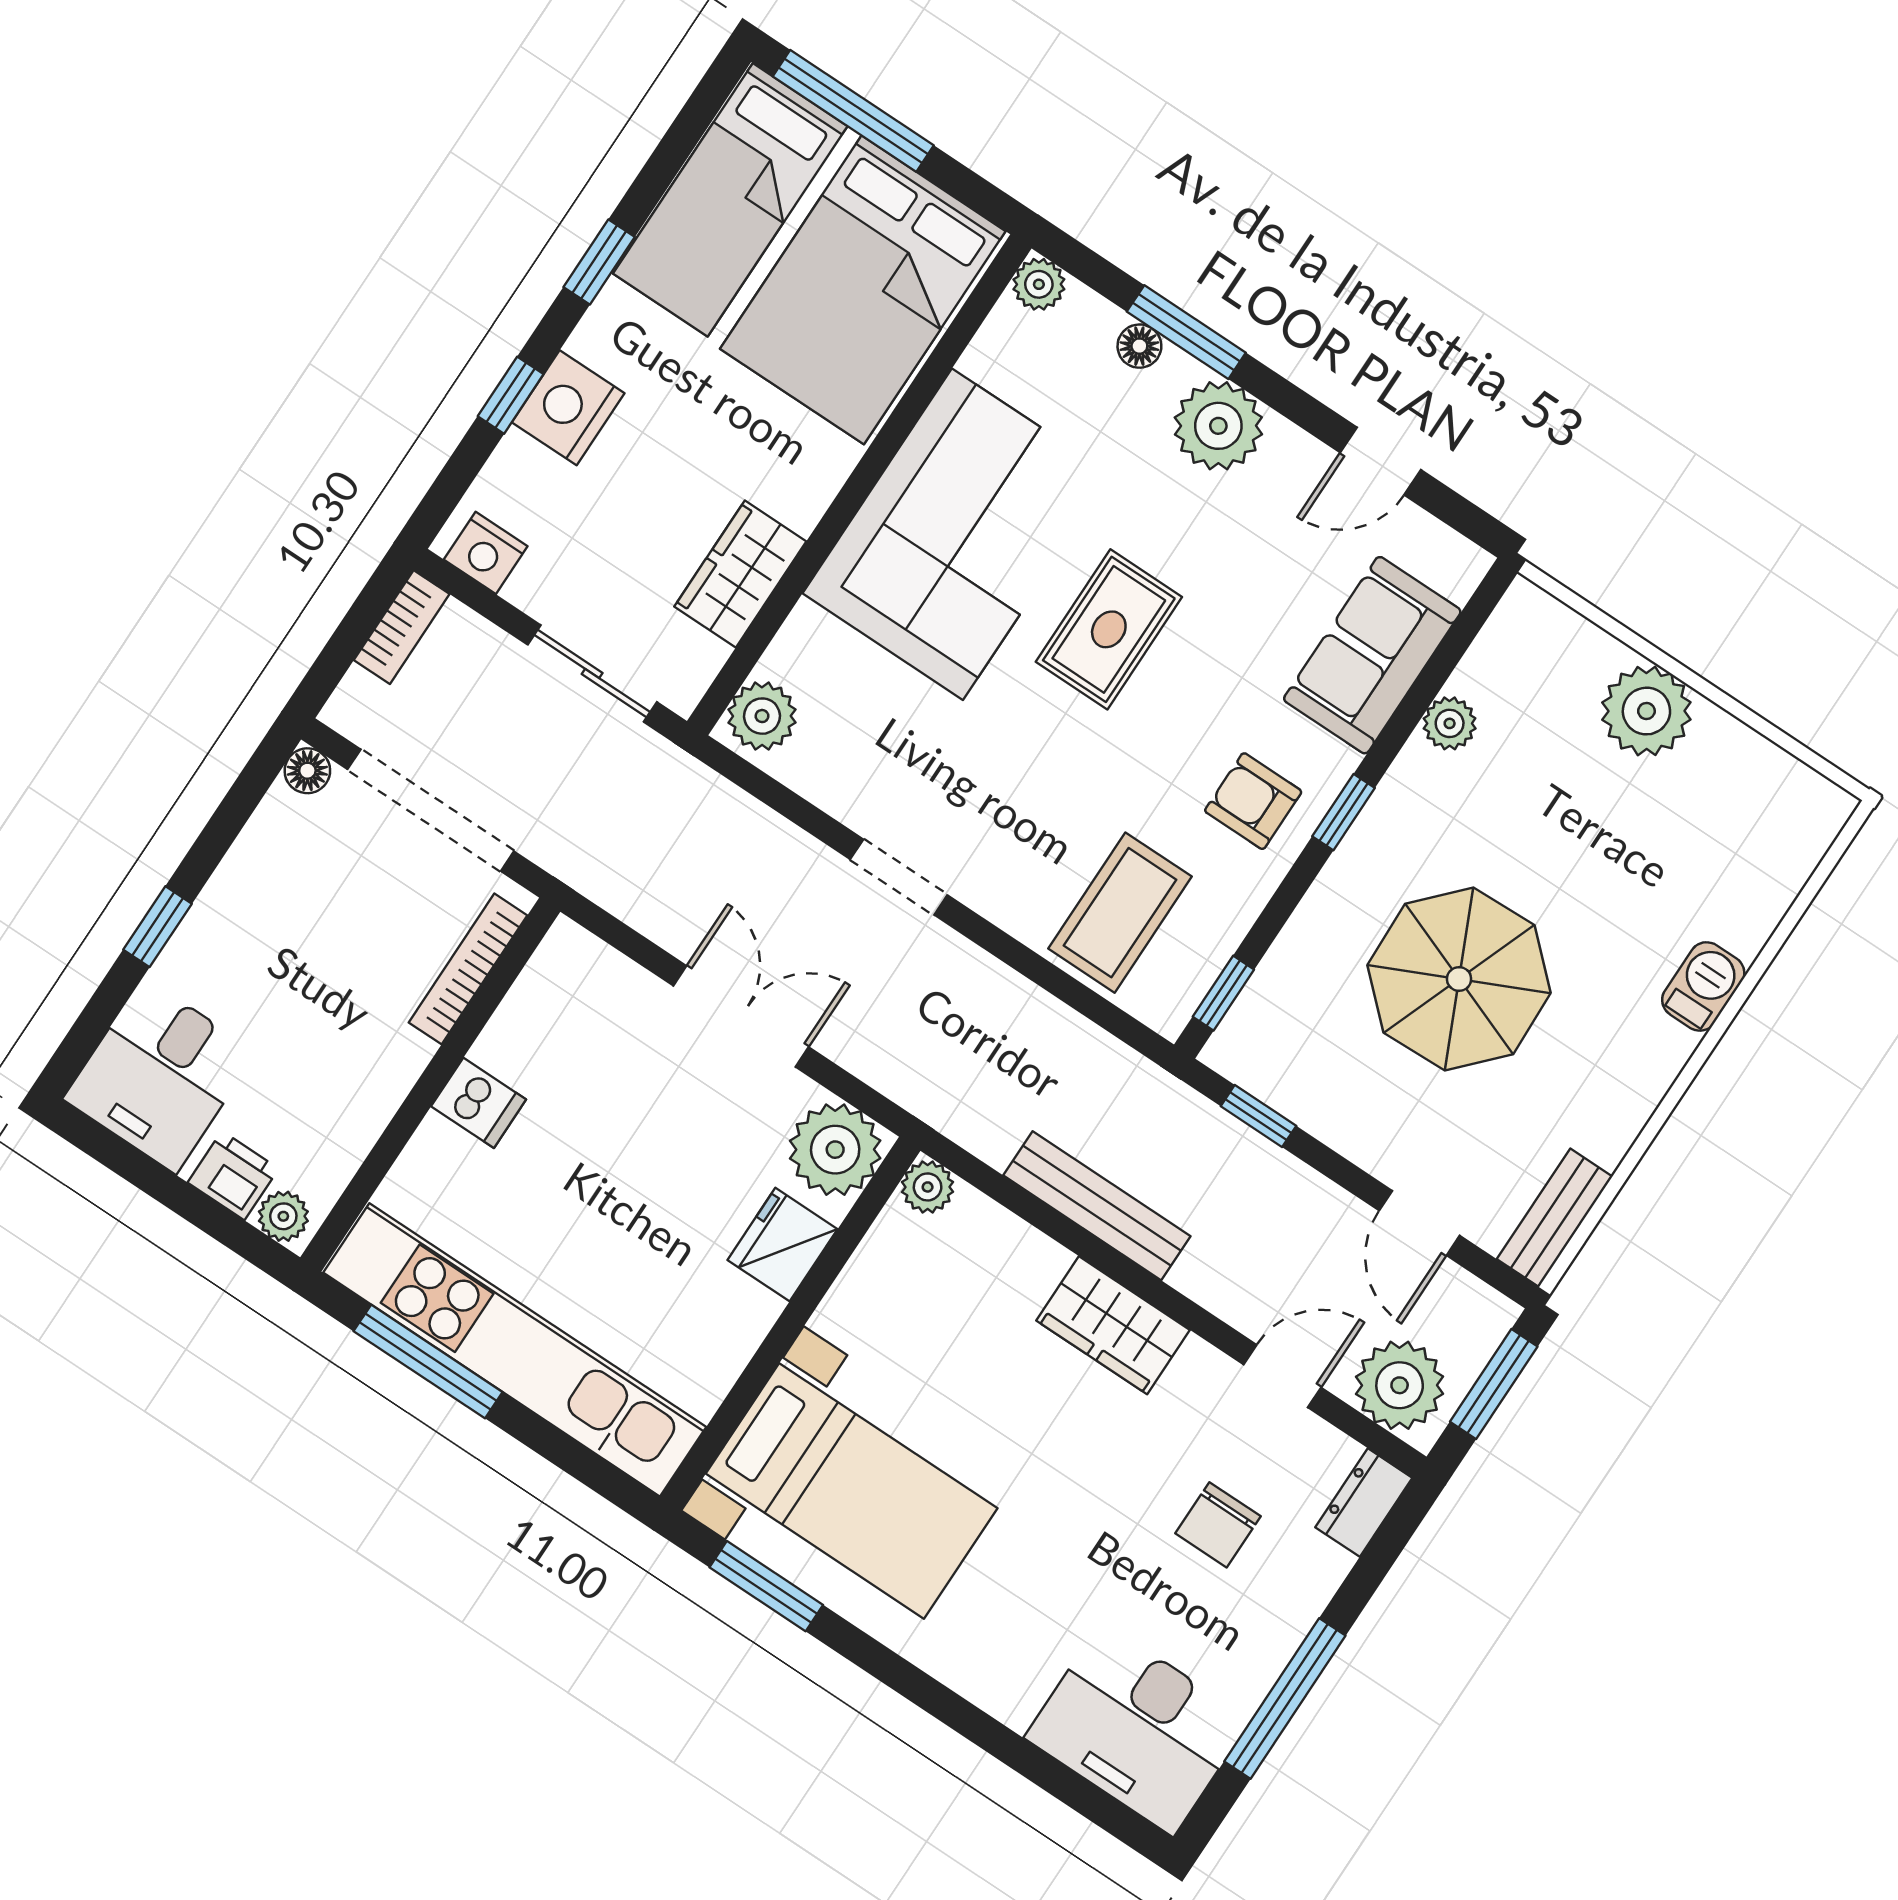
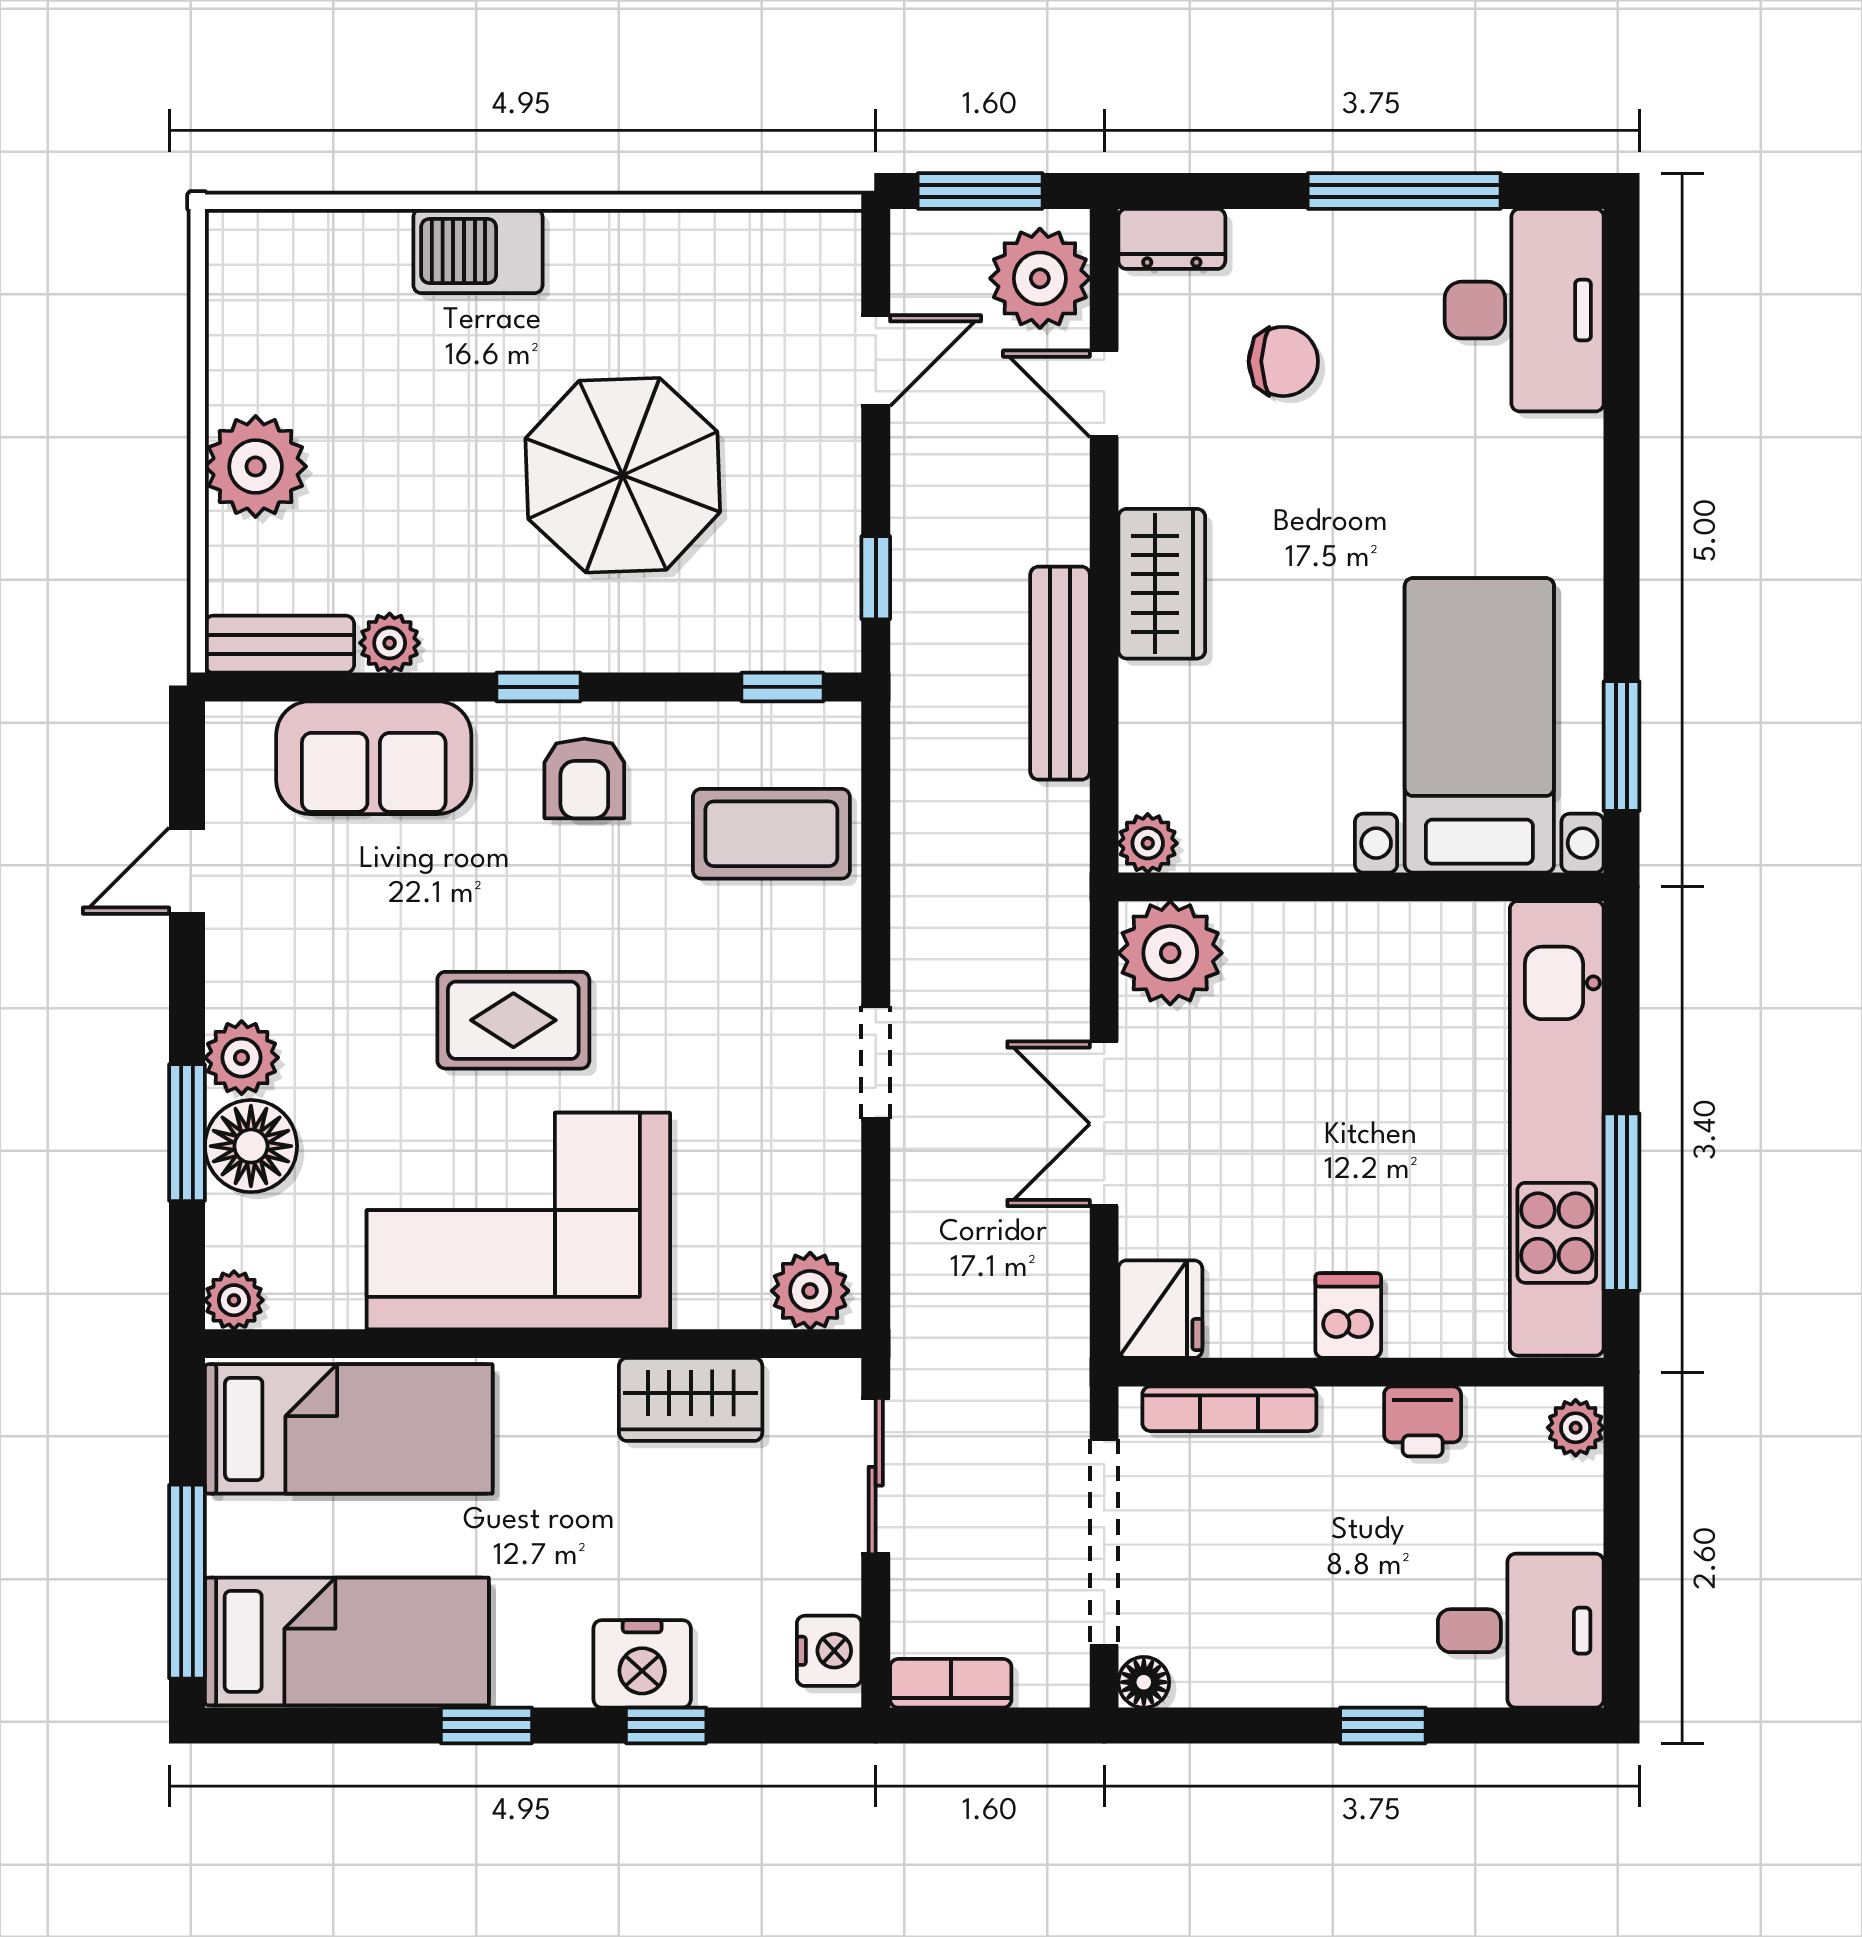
bed: (863, 290) -> (349, 1429), width x0.67
floor lamp: (1139, 346) -> (251, 1146), width x1.89, depth x1.89
plant: (1218, 426) -> (242, 1058), width x0.73, depth x0.73
door: (1380, 461) -> (187, 871), swing flipped
barbecue: (1703, 986) -> (478, 251), width x1.38, depth x1.27
printer: (233, 1176) -> (1423, 1421), moved, turned -90
bench: (1555, 1218) -> (279, 644), moved
fridge: (783, 1245) -> (1160, 1309), moved, turned -90

